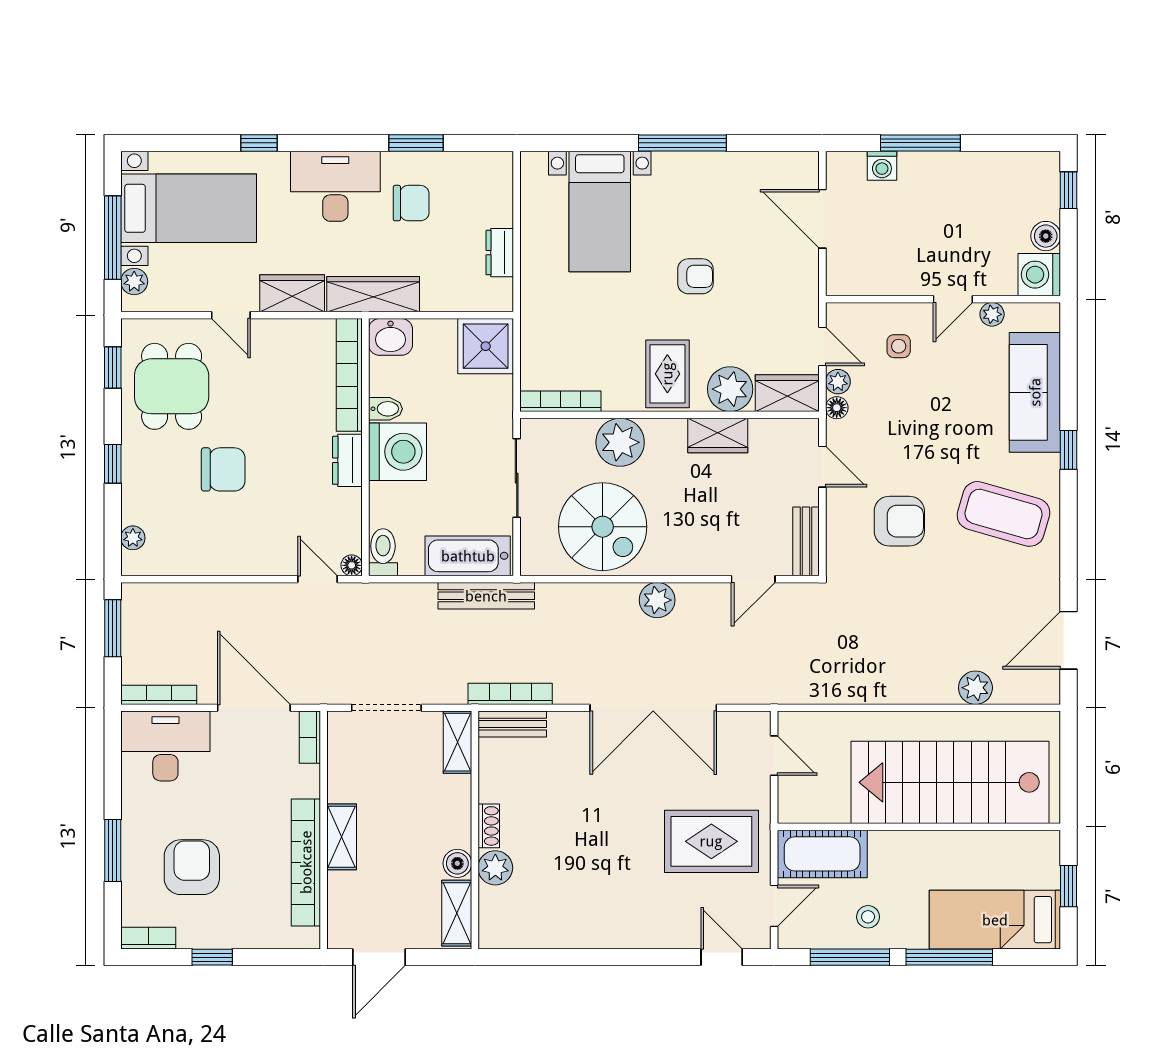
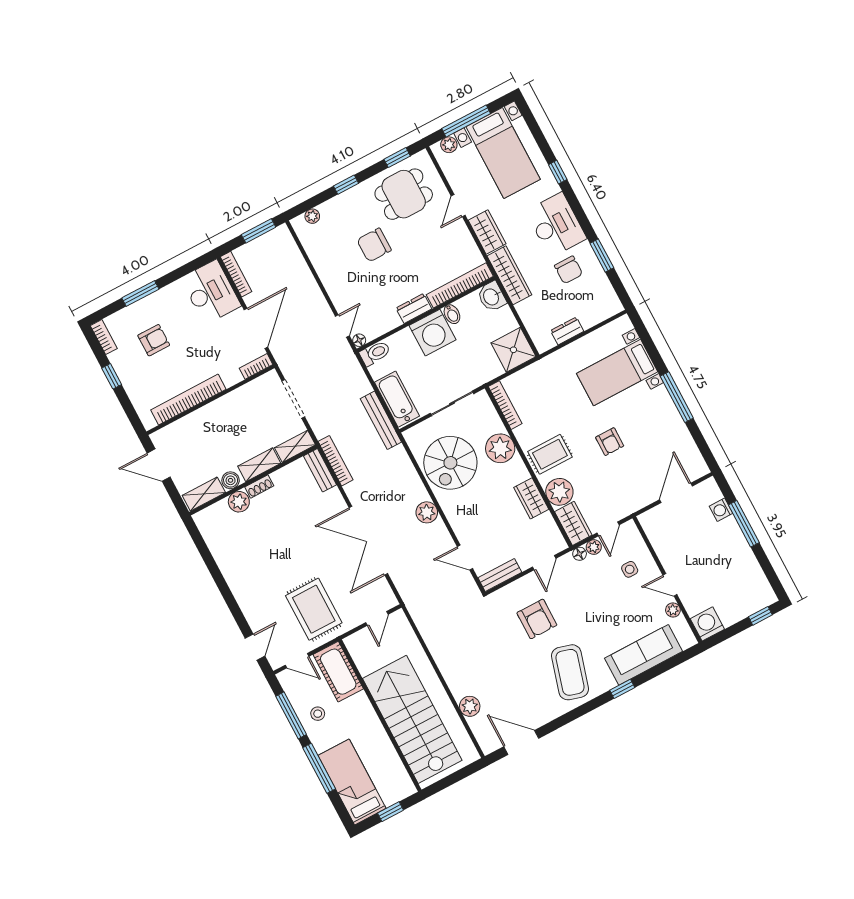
boiler: (1046, 236) -> (730, 617), removed
chair: (223, 469) -> (374, 245), turned 90
shelving: (342, 837) -> (259, 465), moved
armchair: (192, 867) -> (154, 340), width x0.72, depth x0.72

